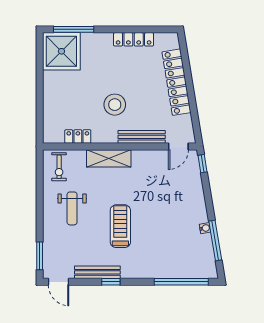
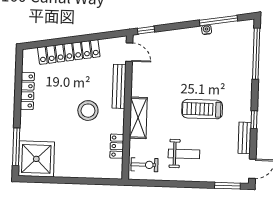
bench: (97, 272) -> (245, 138), width x0.73

